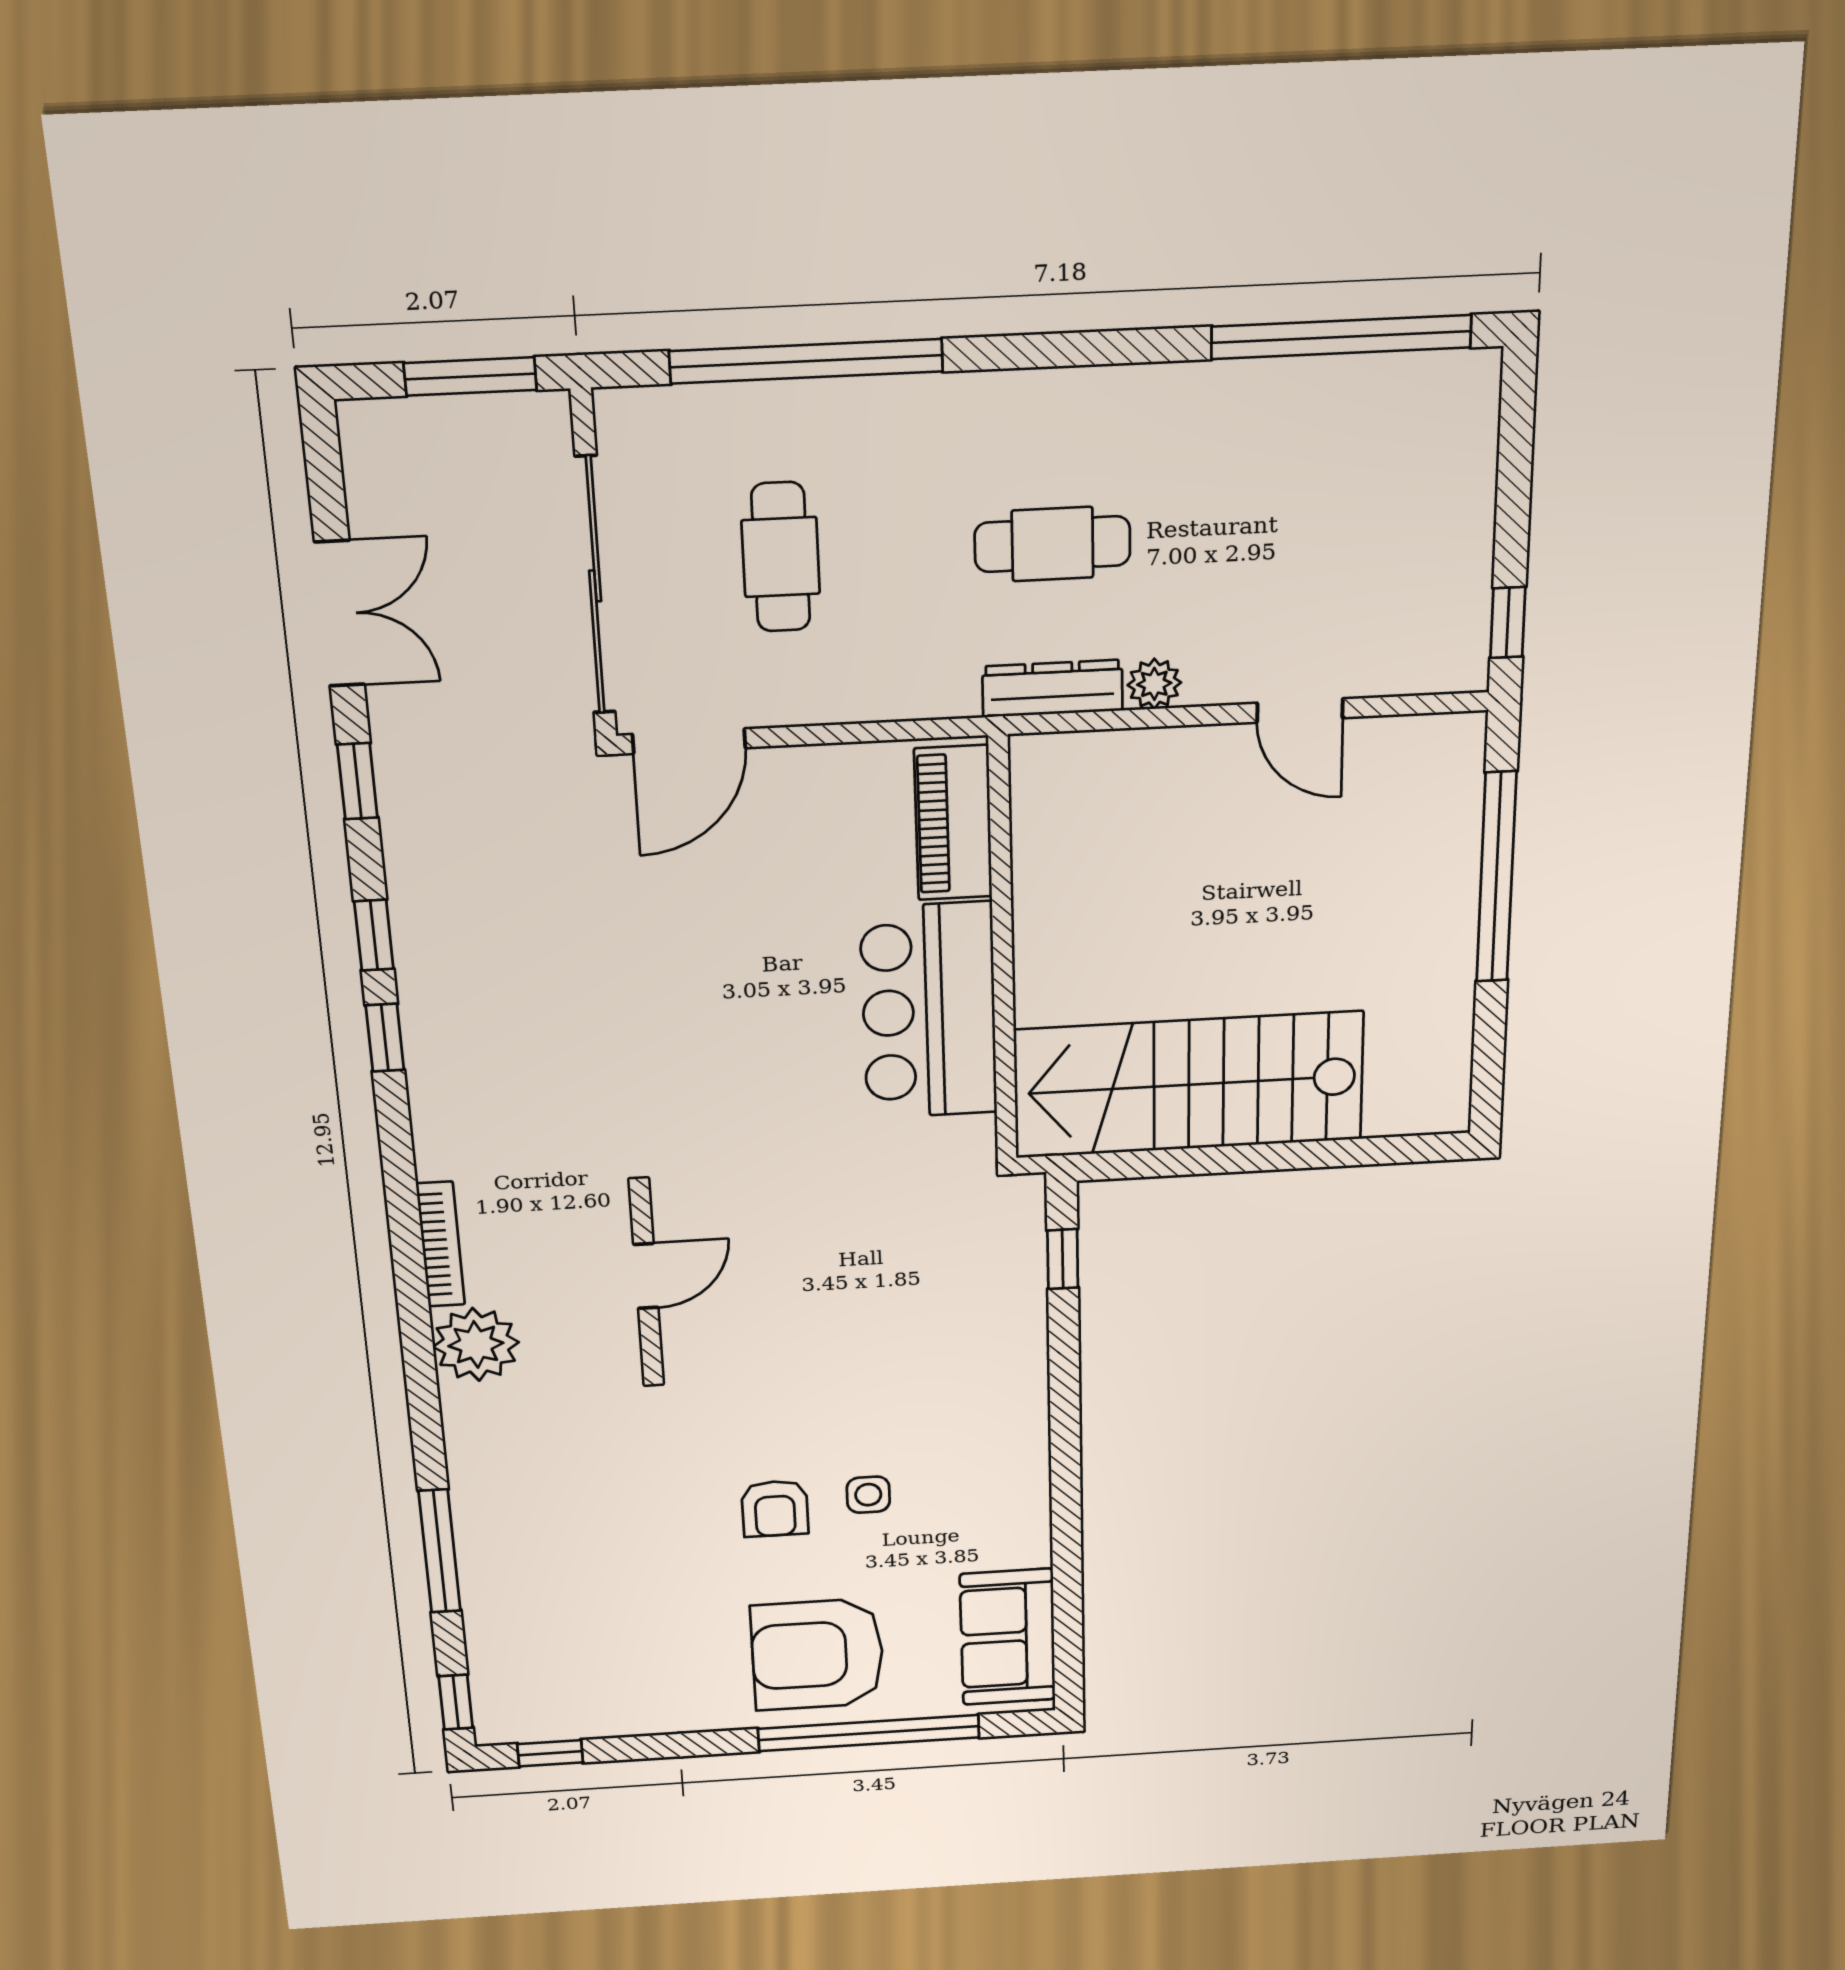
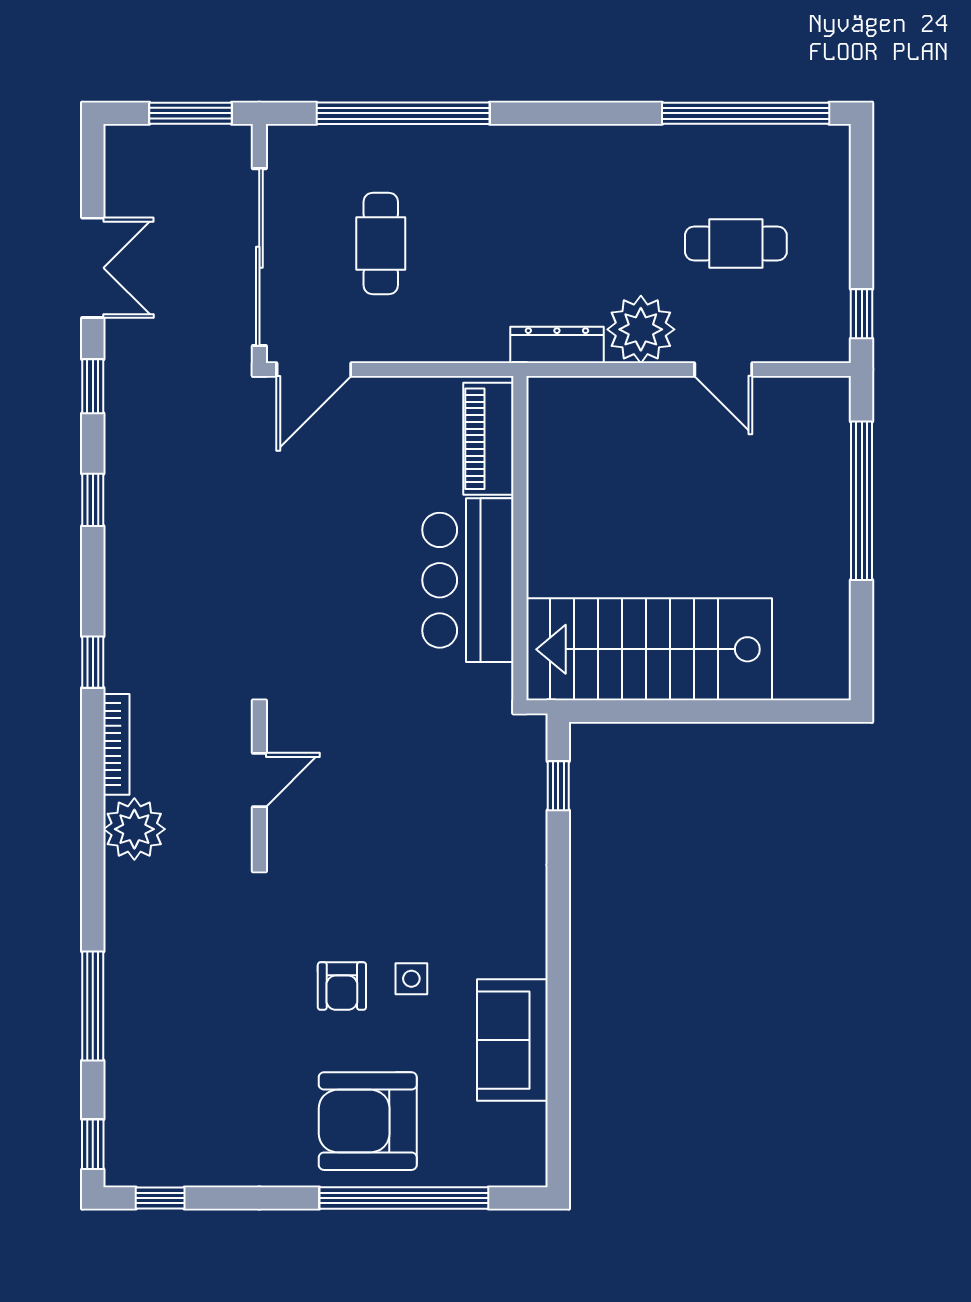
cafe table: (1052, 544) -> (736, 243), moved
plant: (1154, 684) -> (641, 329), width x1.87, depth x1.87
window: (385, 1038) -> (93, 662), moved
sofa: (1008, 1637) -> (512, 1040), moved

